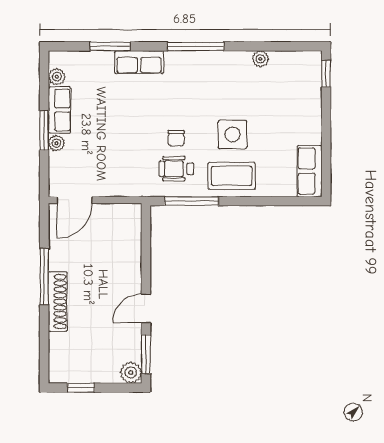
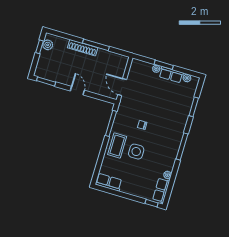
row of seats: (139, 62) -> (161, 190), moved
wheelchair: (177, 169) -> (128, 121), removed
door: (75, 200) -> (122, 87), moved
door: (146, 308) -> (77, 91), moved
plant: (131, 372) -> (48, 45), moved

